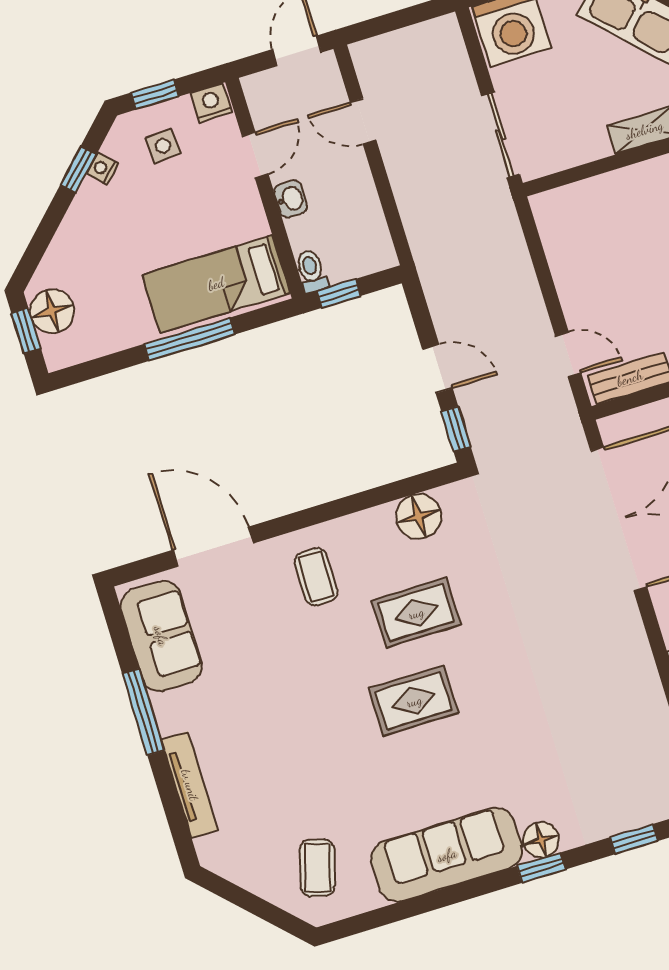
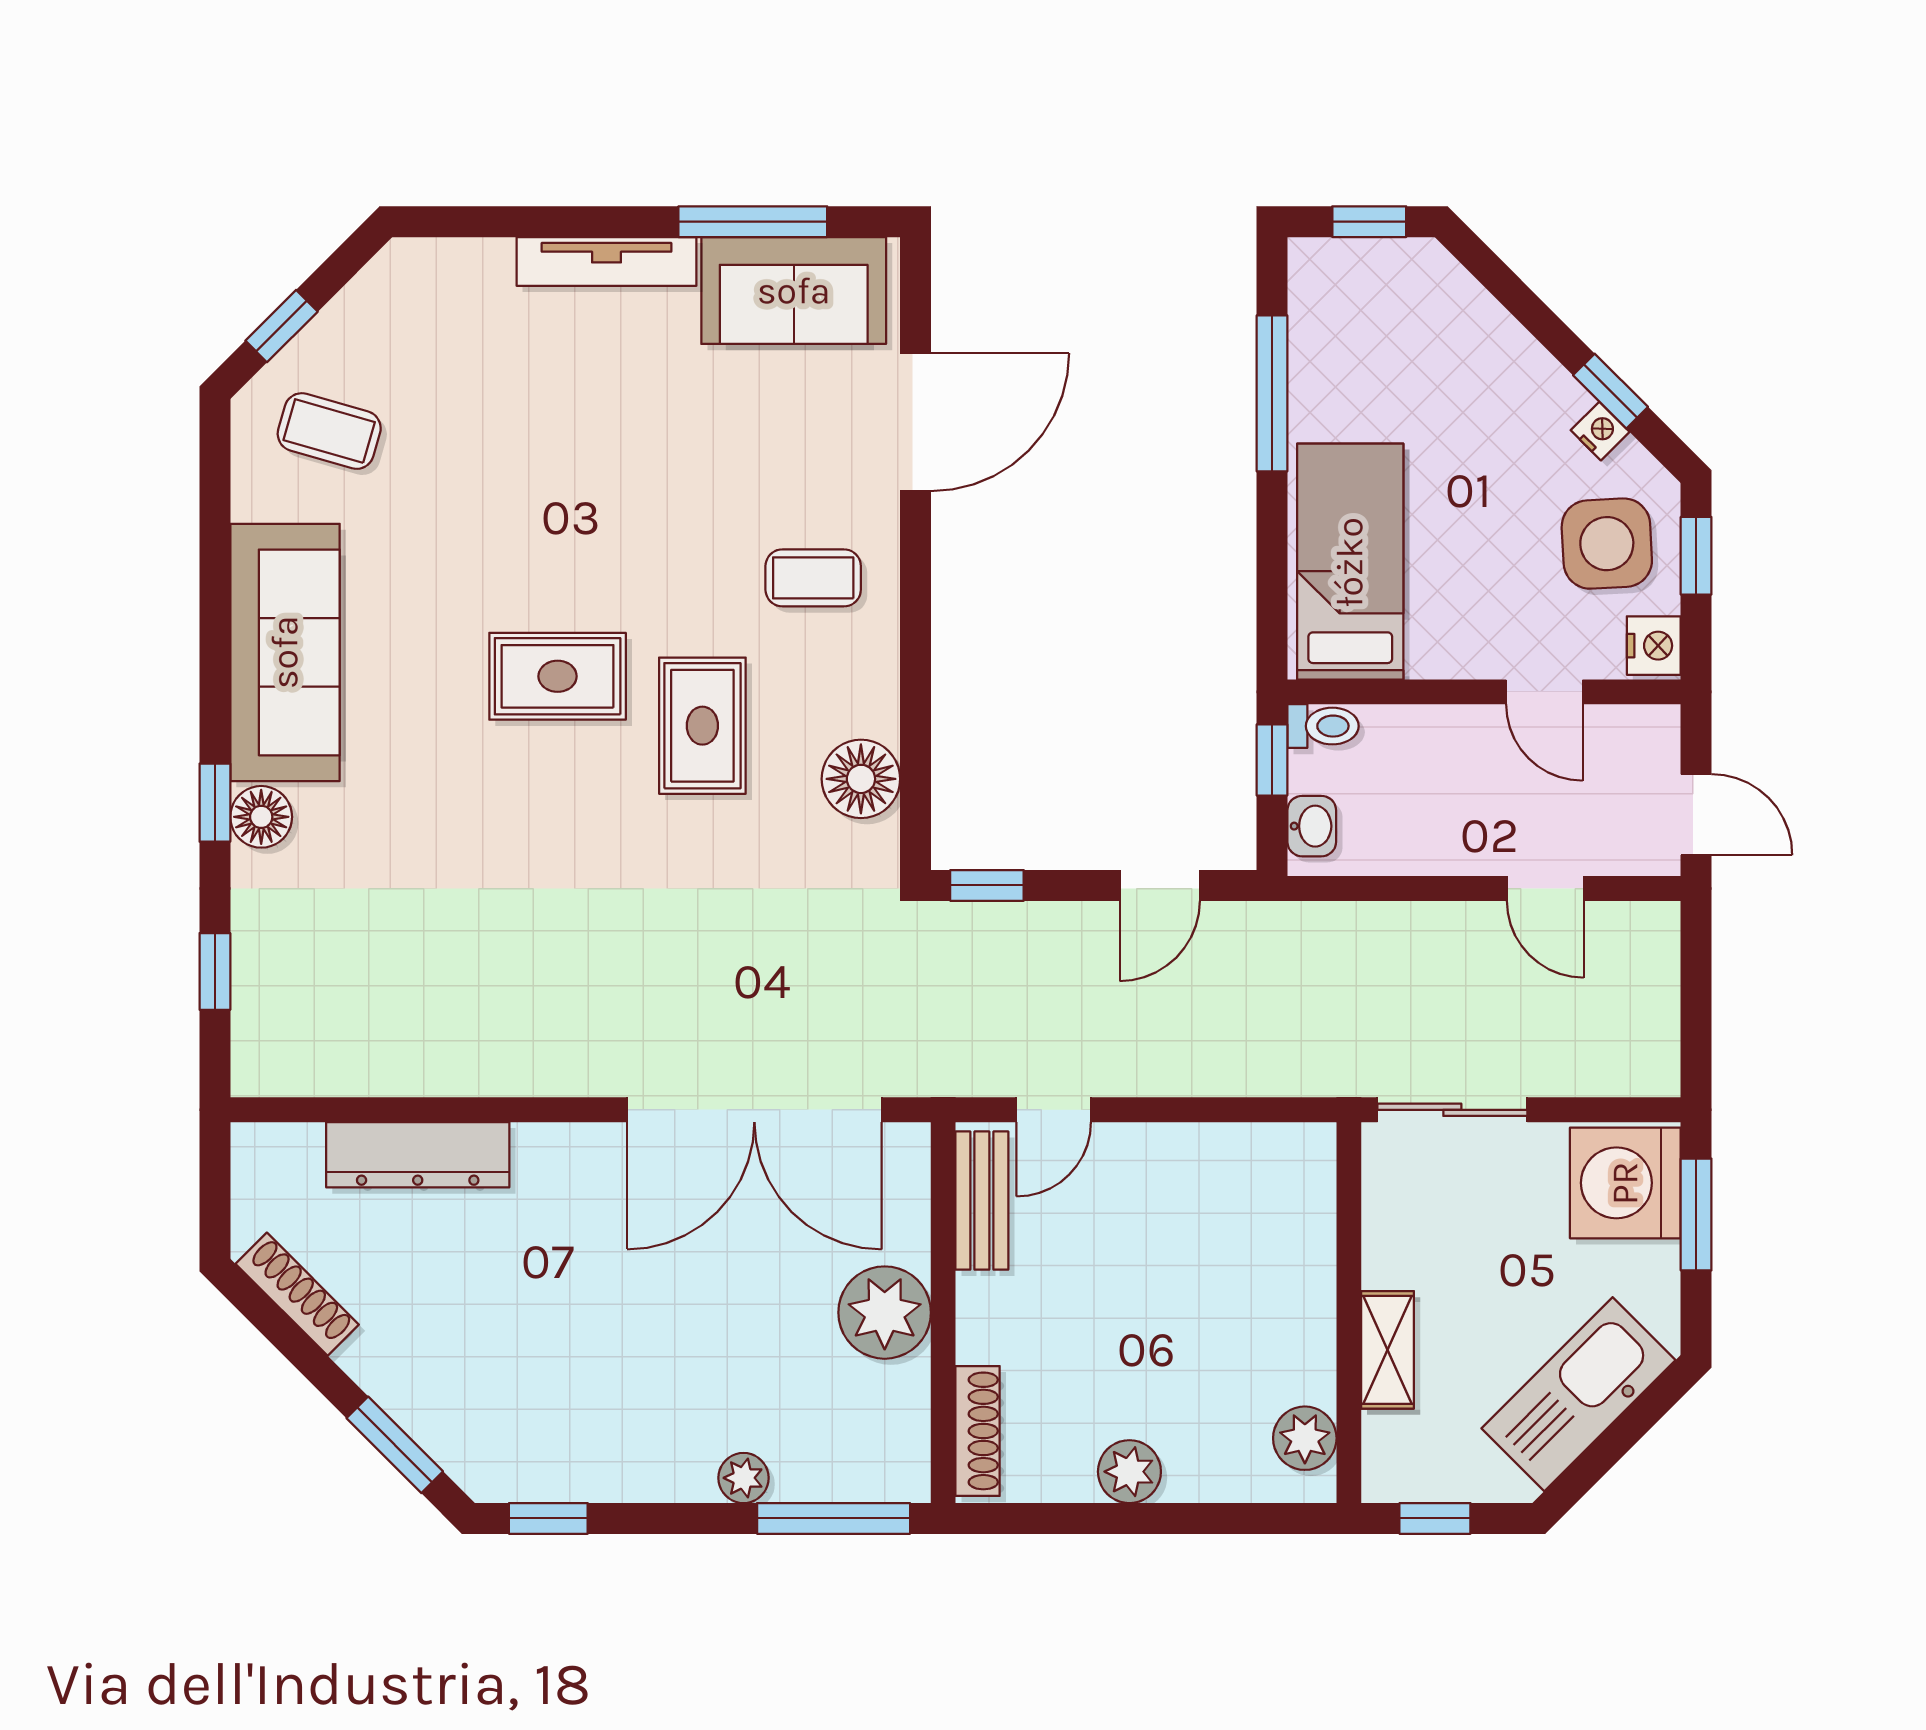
door: (363, 121) -> (1545, 889), swing flipped
side table: (163, 146) -> (1607, 544), width x1.87, depth x1.87
washbasin: (291, 199) -> (1312, 826), moved, turned -90
floor lamp: (52, 311) -> (1389, 275), removed
window: (190, 339) -> (1272, 393), moved
door: (437, 369) -> (1160, 885), moved
rug: (414, 701) -> (558, 676), turned 90
window: (143, 712) -> (753, 222), moved
tv unit: (190, 785) -> (607, 261), moved
window: (268, 912) -> (282, 326), added

